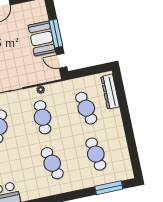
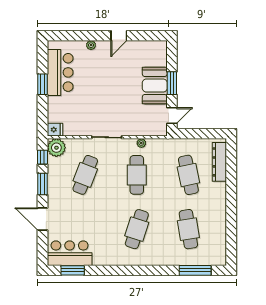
window: (56, 33) -> (172, 83), width x0.69
door: (62, 61) -> (172, 116), swing flipped
cafe table: (52, 163) -> (137, 229), turned 33

